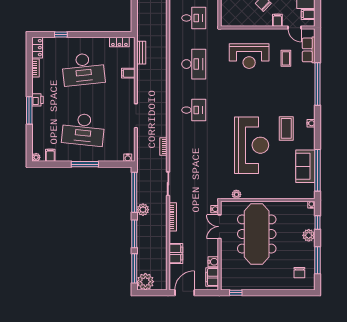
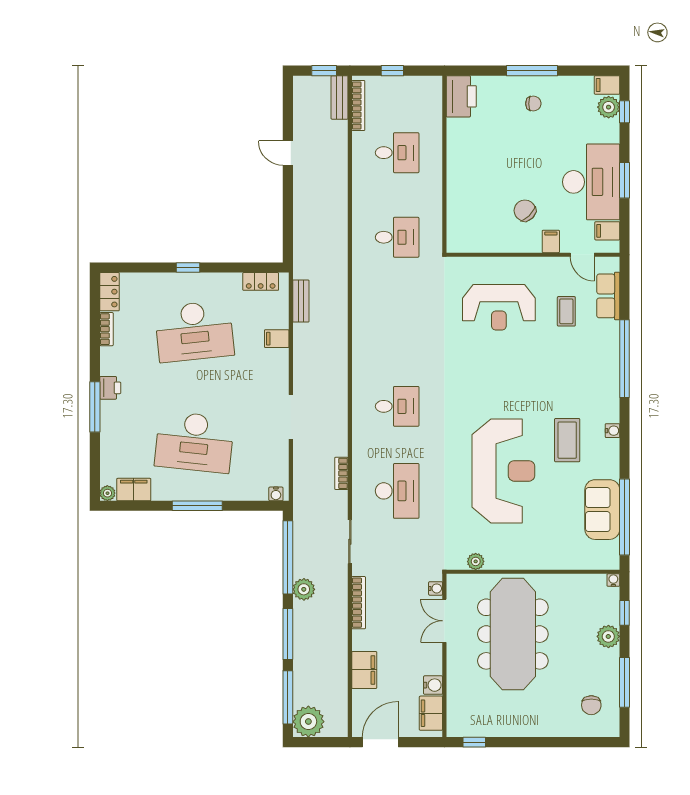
window: (61, 34) -> (188, 268), moved
desk: (194, 64) -> (397, 491), moved
filing cabinet: (50, 155) -> (134, 490), width x2.00

